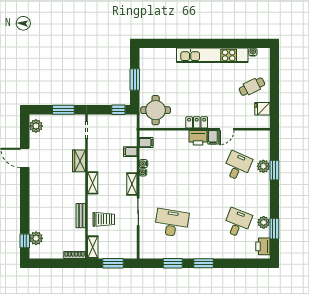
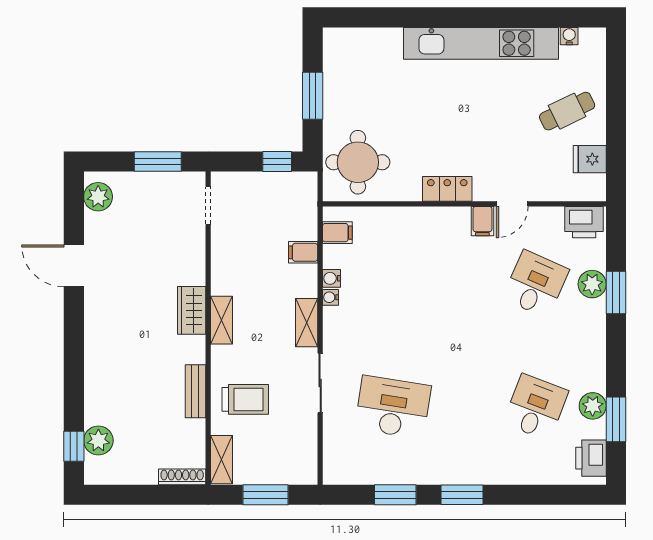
printer: (198, 138) -> (584, 222), moved
wardrobe: (79, 161) -> (192, 310), moved

